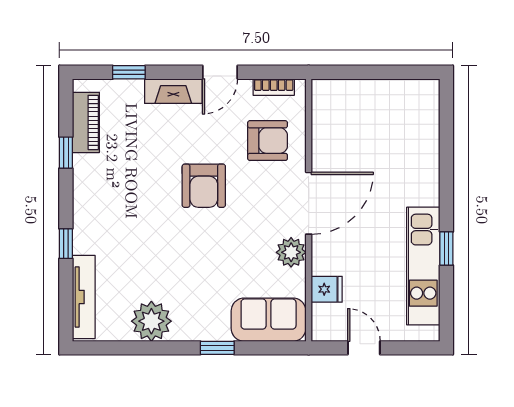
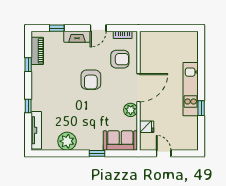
kitchen unit: (423, 266) -> (191, 89), moved

